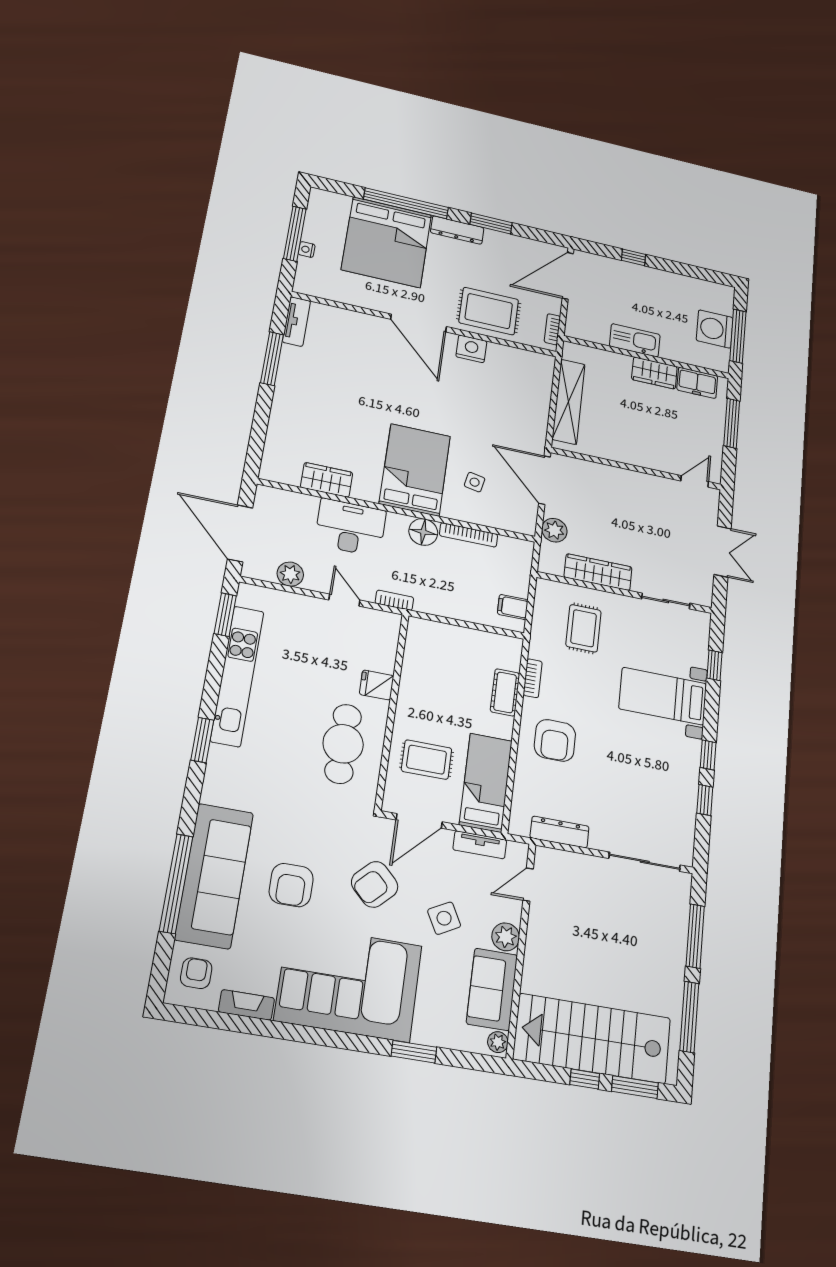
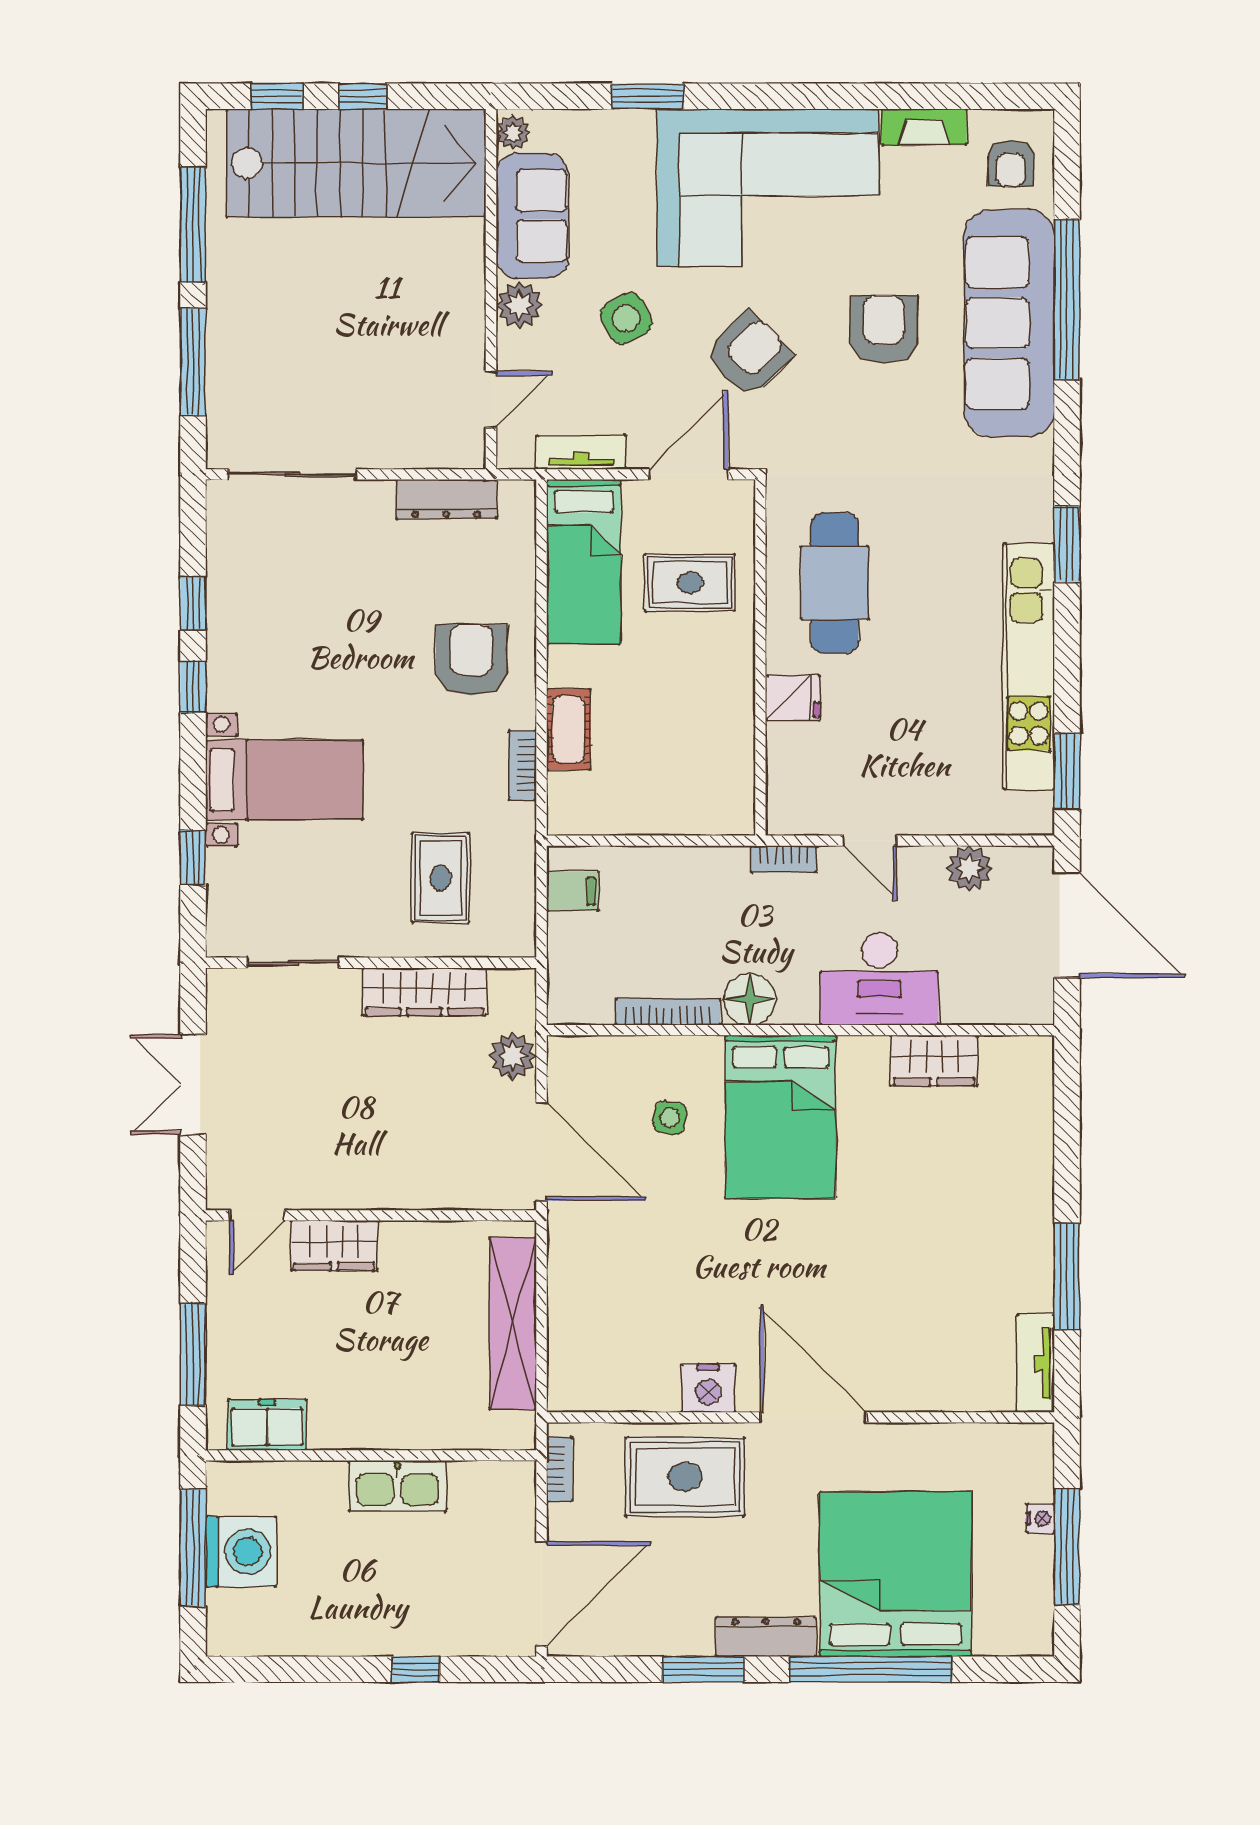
wardrobe: (654, 373) -> (334, 1246), moved, turned 180
window: (635, 1087) -> (277, 96), width x0.67

